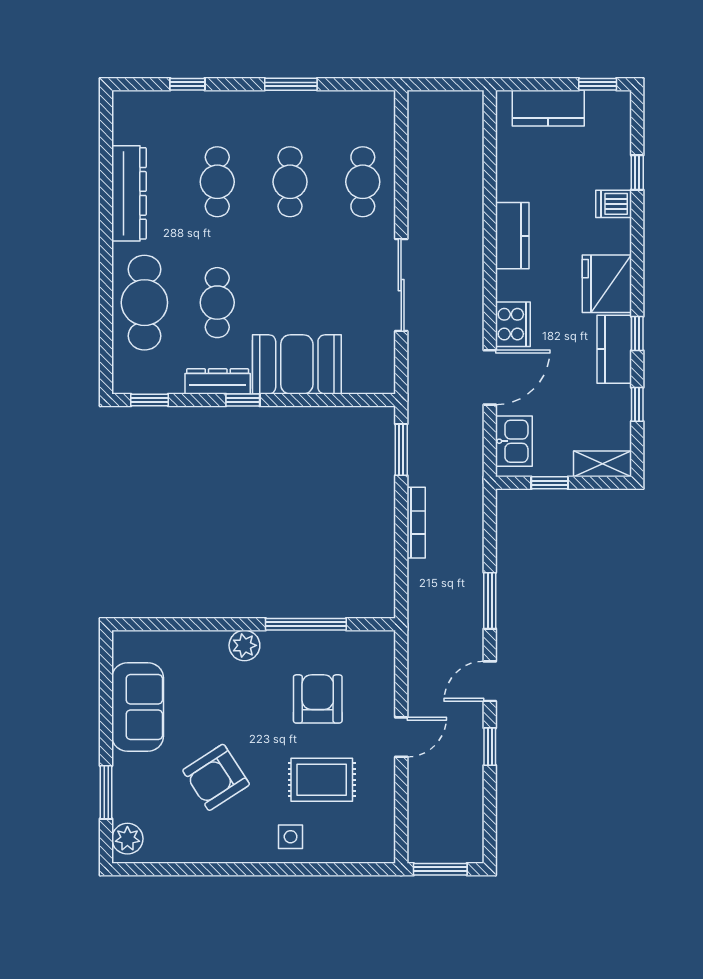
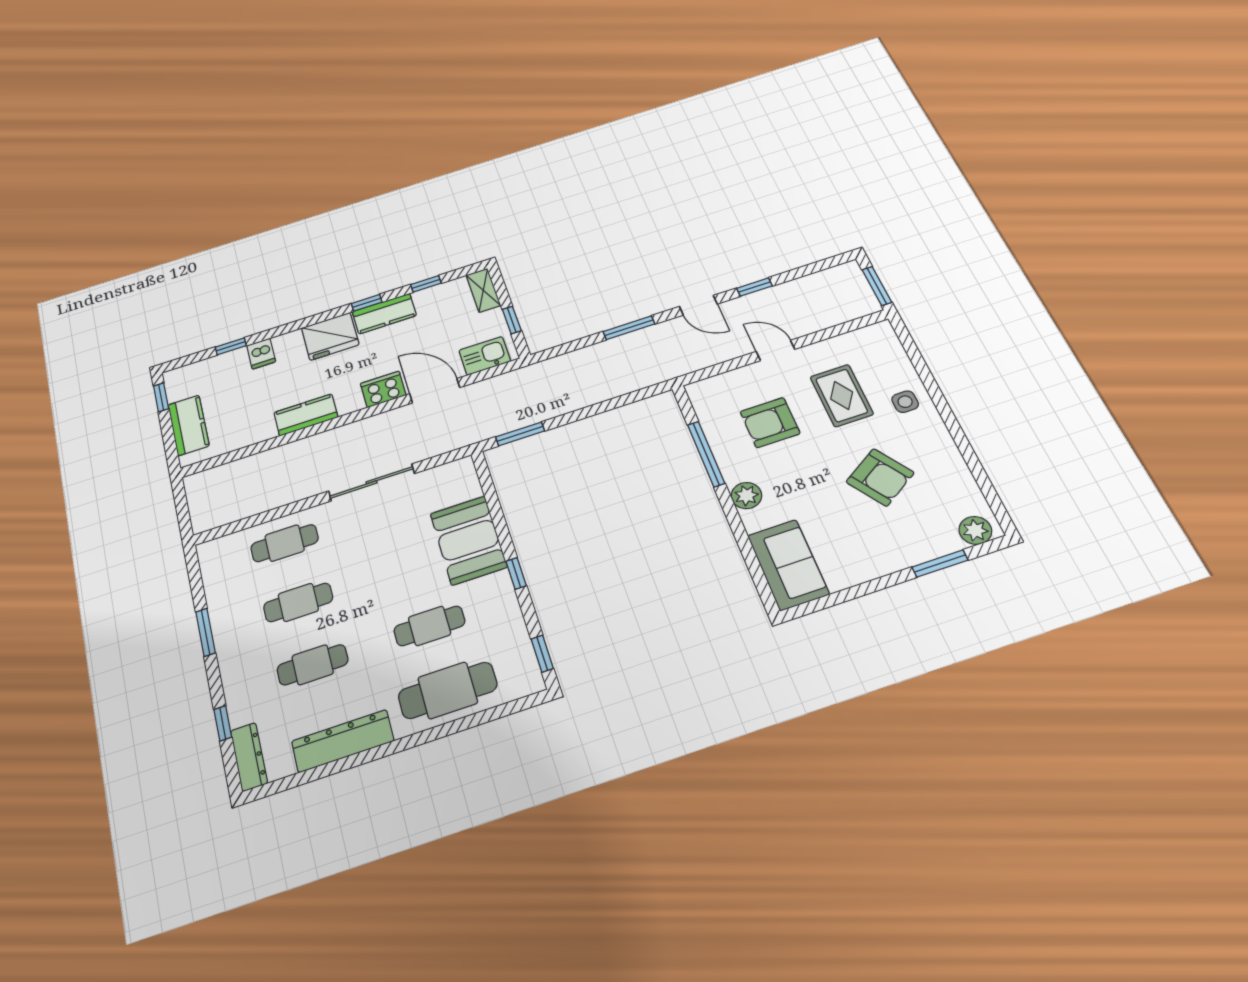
dresser: (218, 381) -> (249, 757), moved, turned 180
bookcase: (416, 523) -> (581, 402), removed
sofa: (138, 707) -> (788, 565), moved, turned 90

